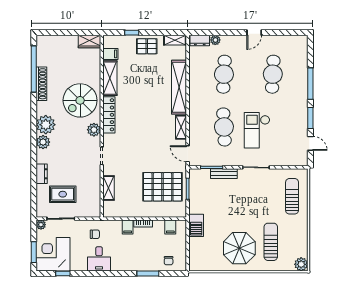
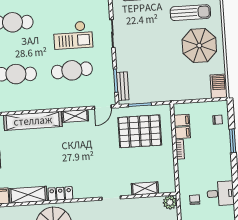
locker: (109, 115) -> (60, 194), width x0.66
plant: (94, 130) -> (170, 202), moved
bench: (224, 174) -> (123, 86), moved
pallet: (162, 187) -> (140, 131), turned 90
barbecue: (196, 225) -> (219, 86), moved, turned -90
filing cabinet: (128, 227) -> (182, 133), moved
sun lounger: (271, 242) -> (190, 13), turned 180

